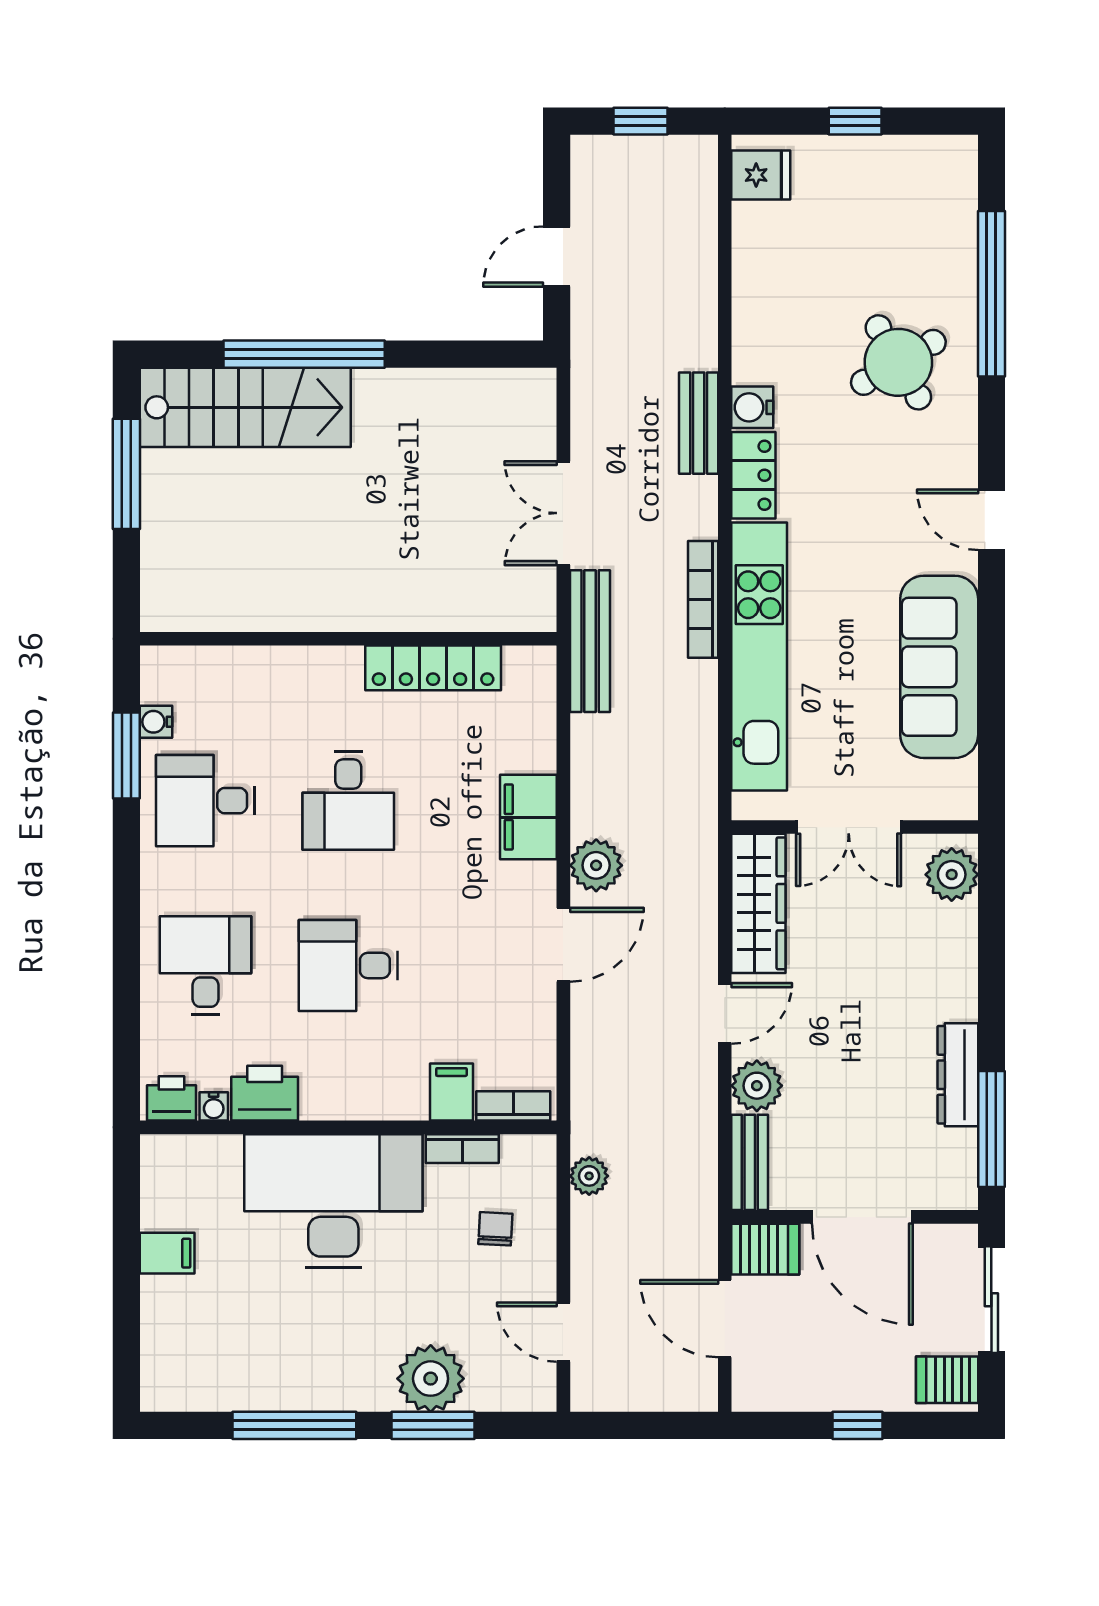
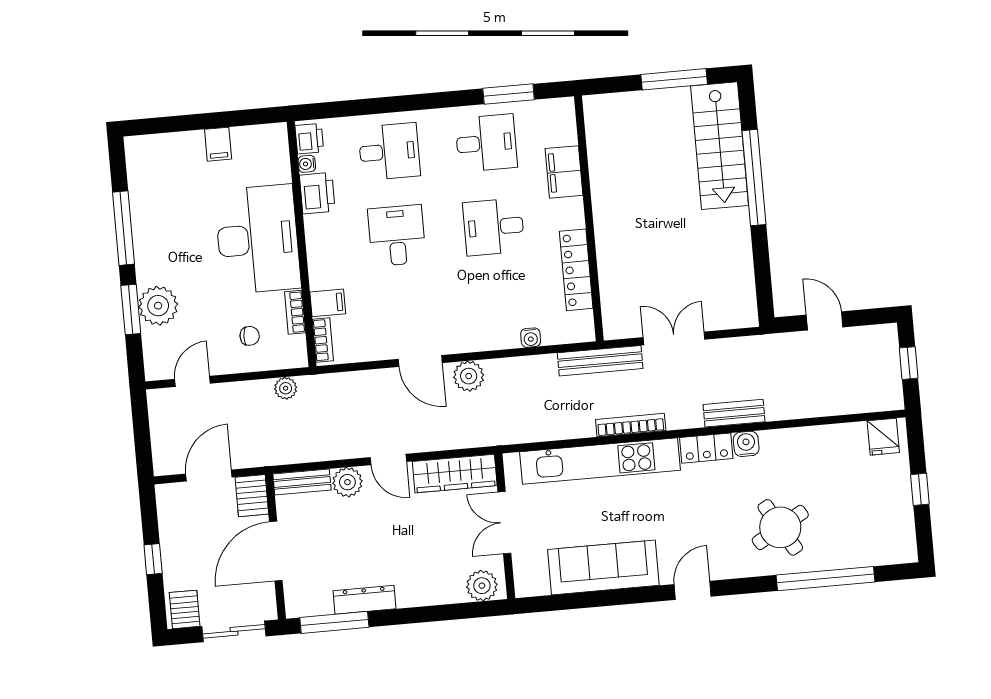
water cooler: (156, 722) -> (531, 338), moved, turned 180
desk: (205, 801) -> (486, 143), turned 90
filing cabinet: (528, 817) -> (564, 172), moved, turned -90

